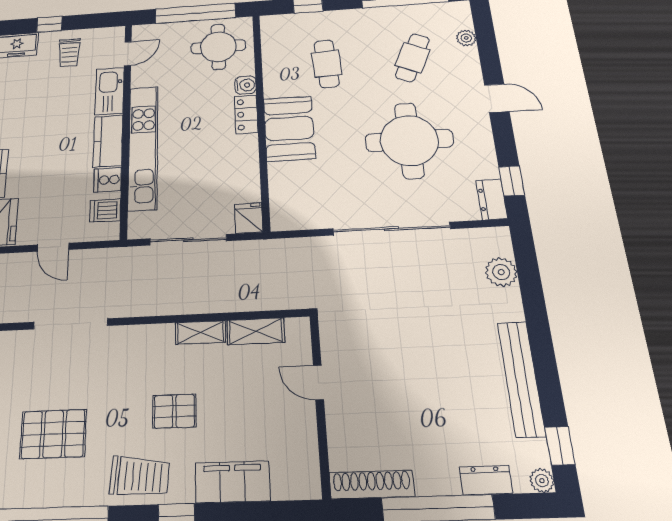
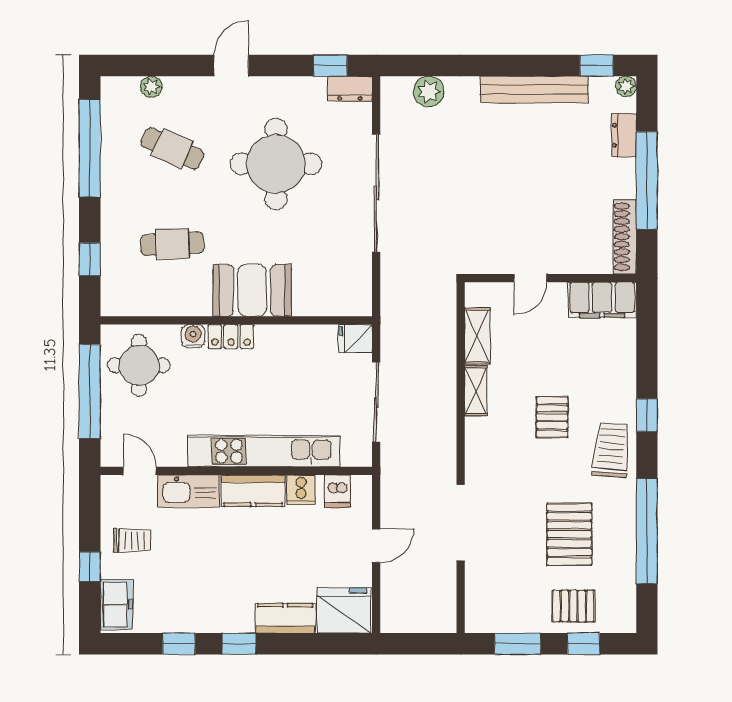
filing cabinet: (232, 482) -> (602, 300), moved, turned -90

